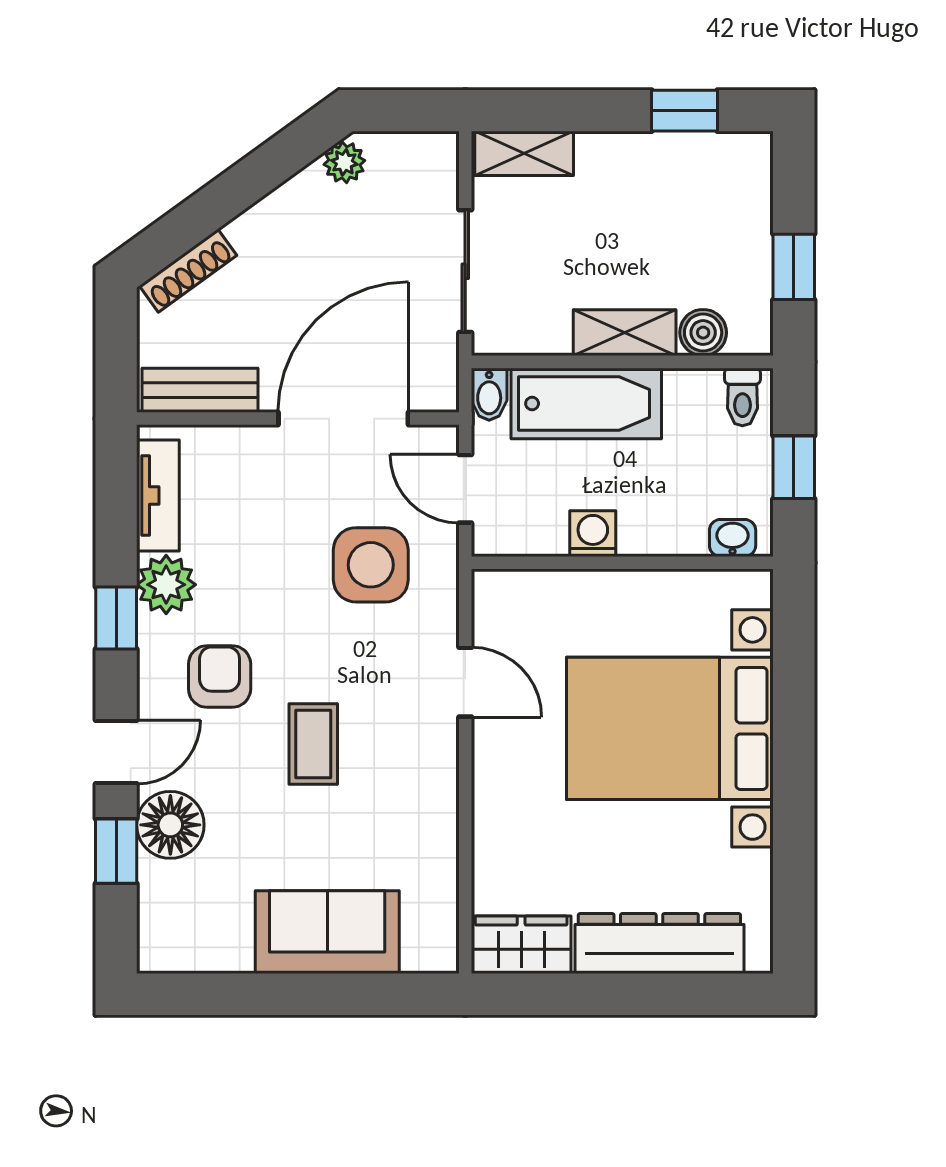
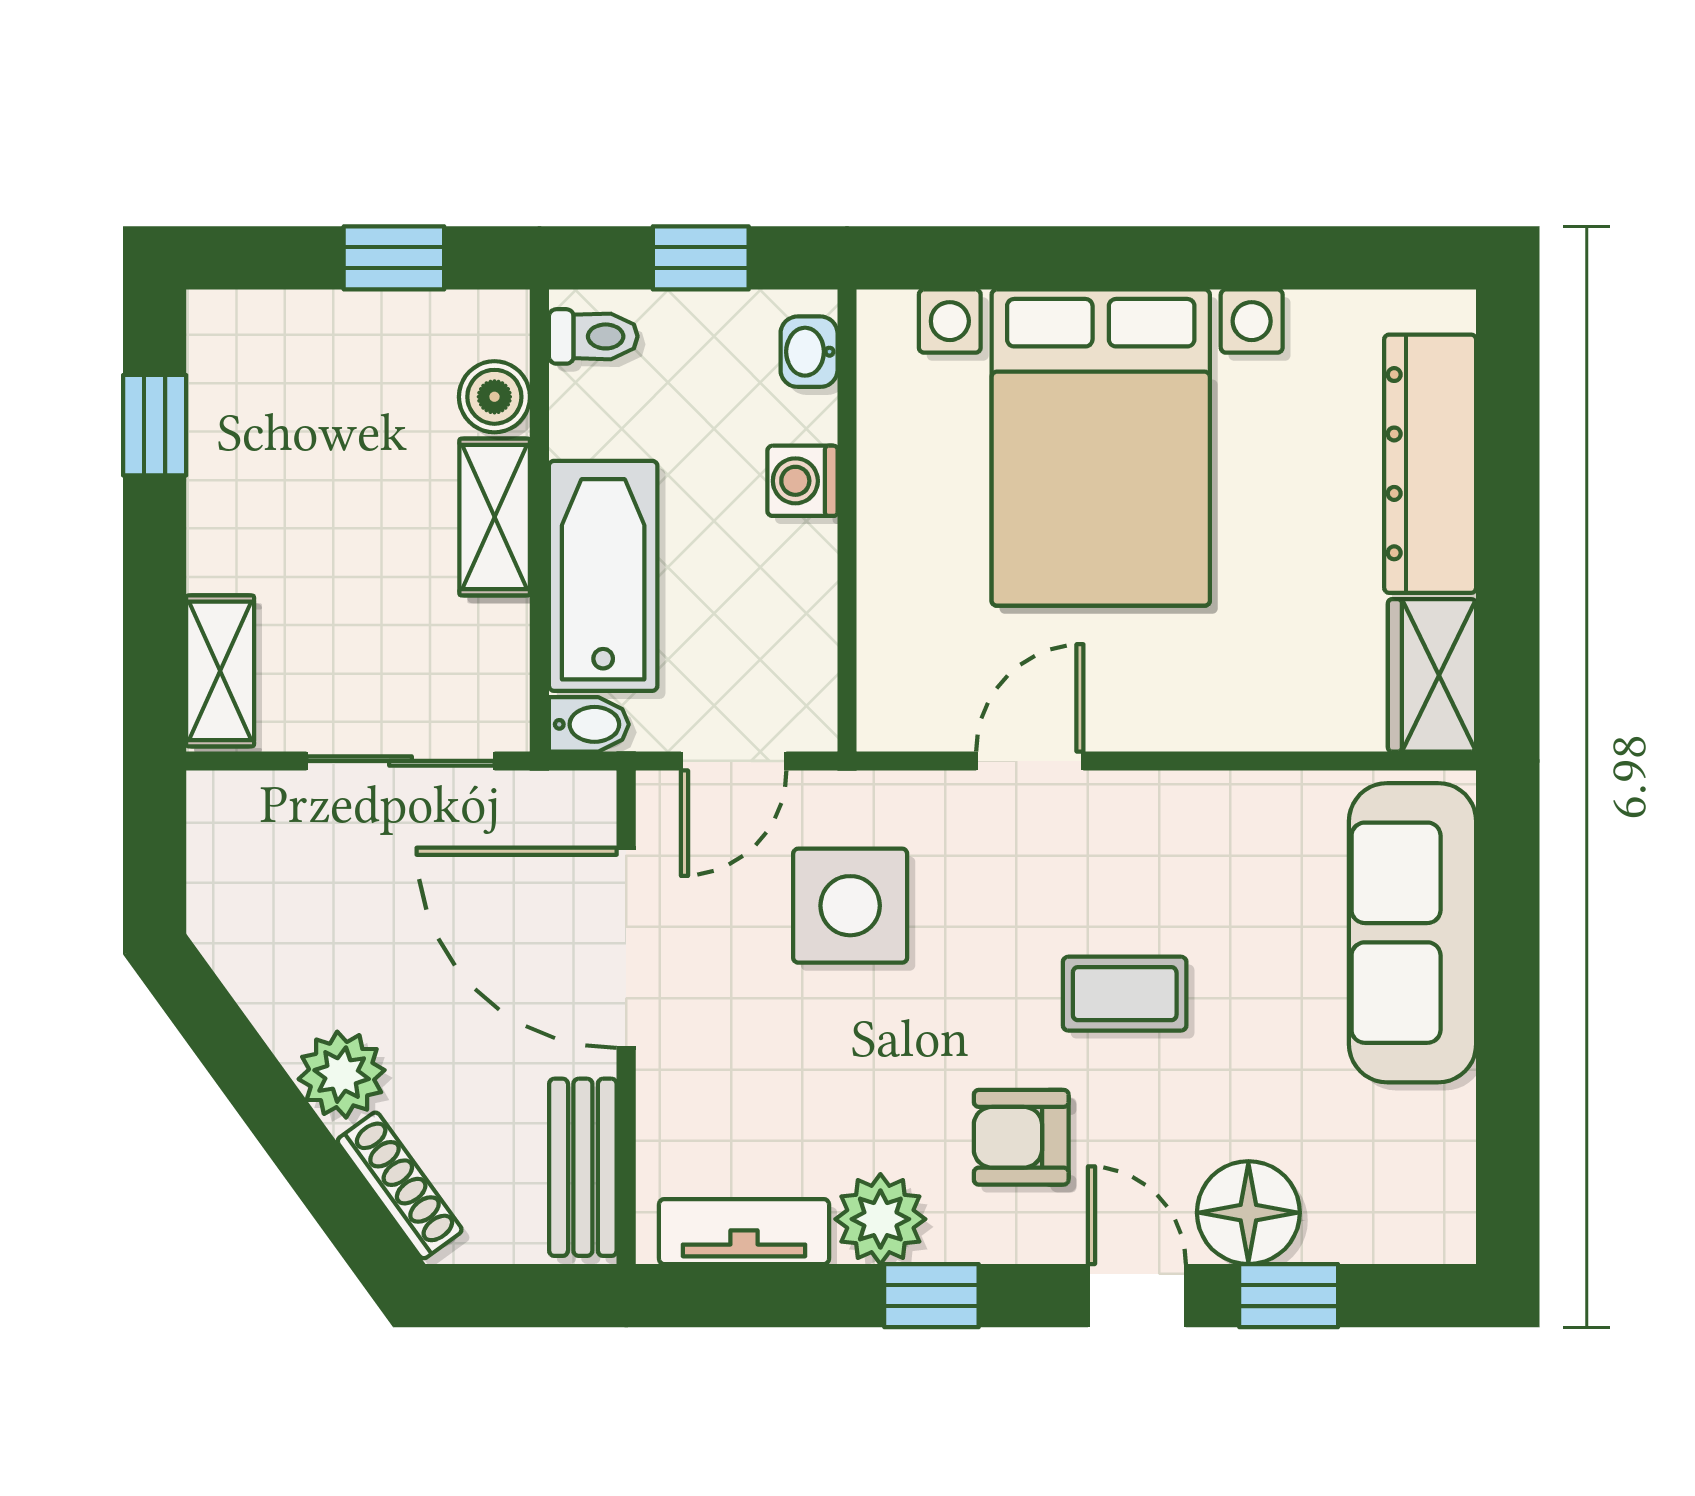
plant: (344, 162) -> (342, 1075), moved, width x1.38, depth x1.38
washing machine: (593, 534) -> (802, 481), moved
sofa: (327, 932) -> (1413, 933), width x1.36

